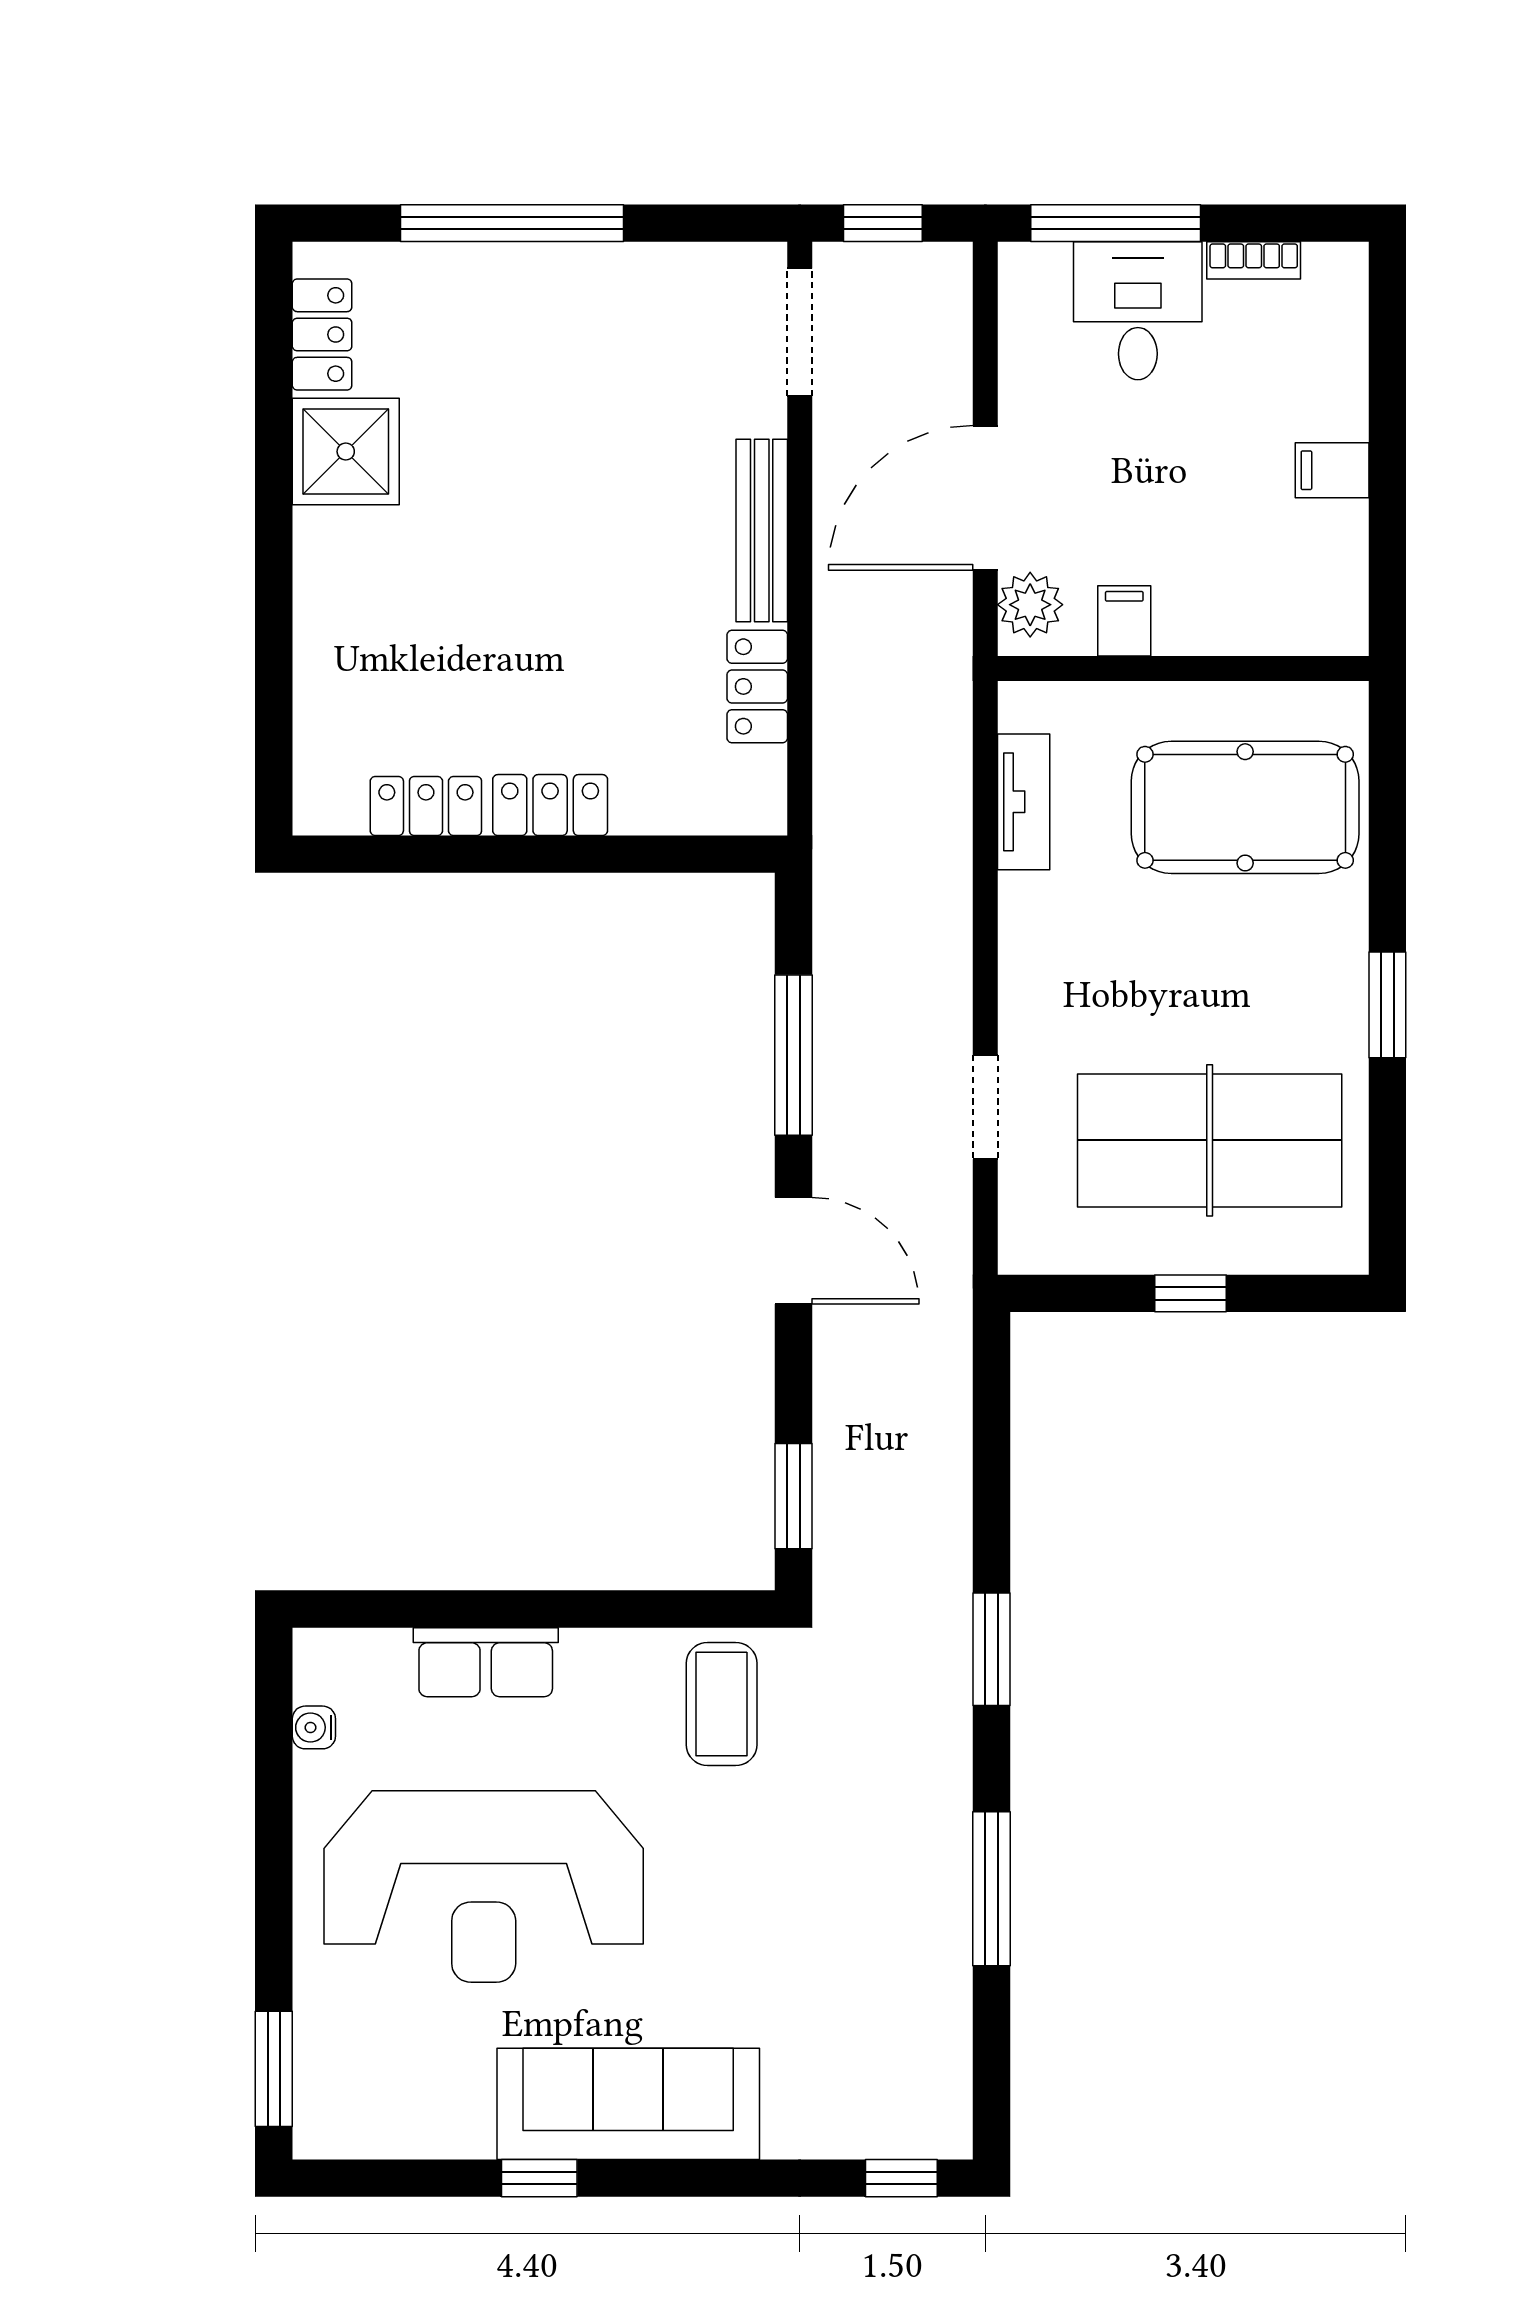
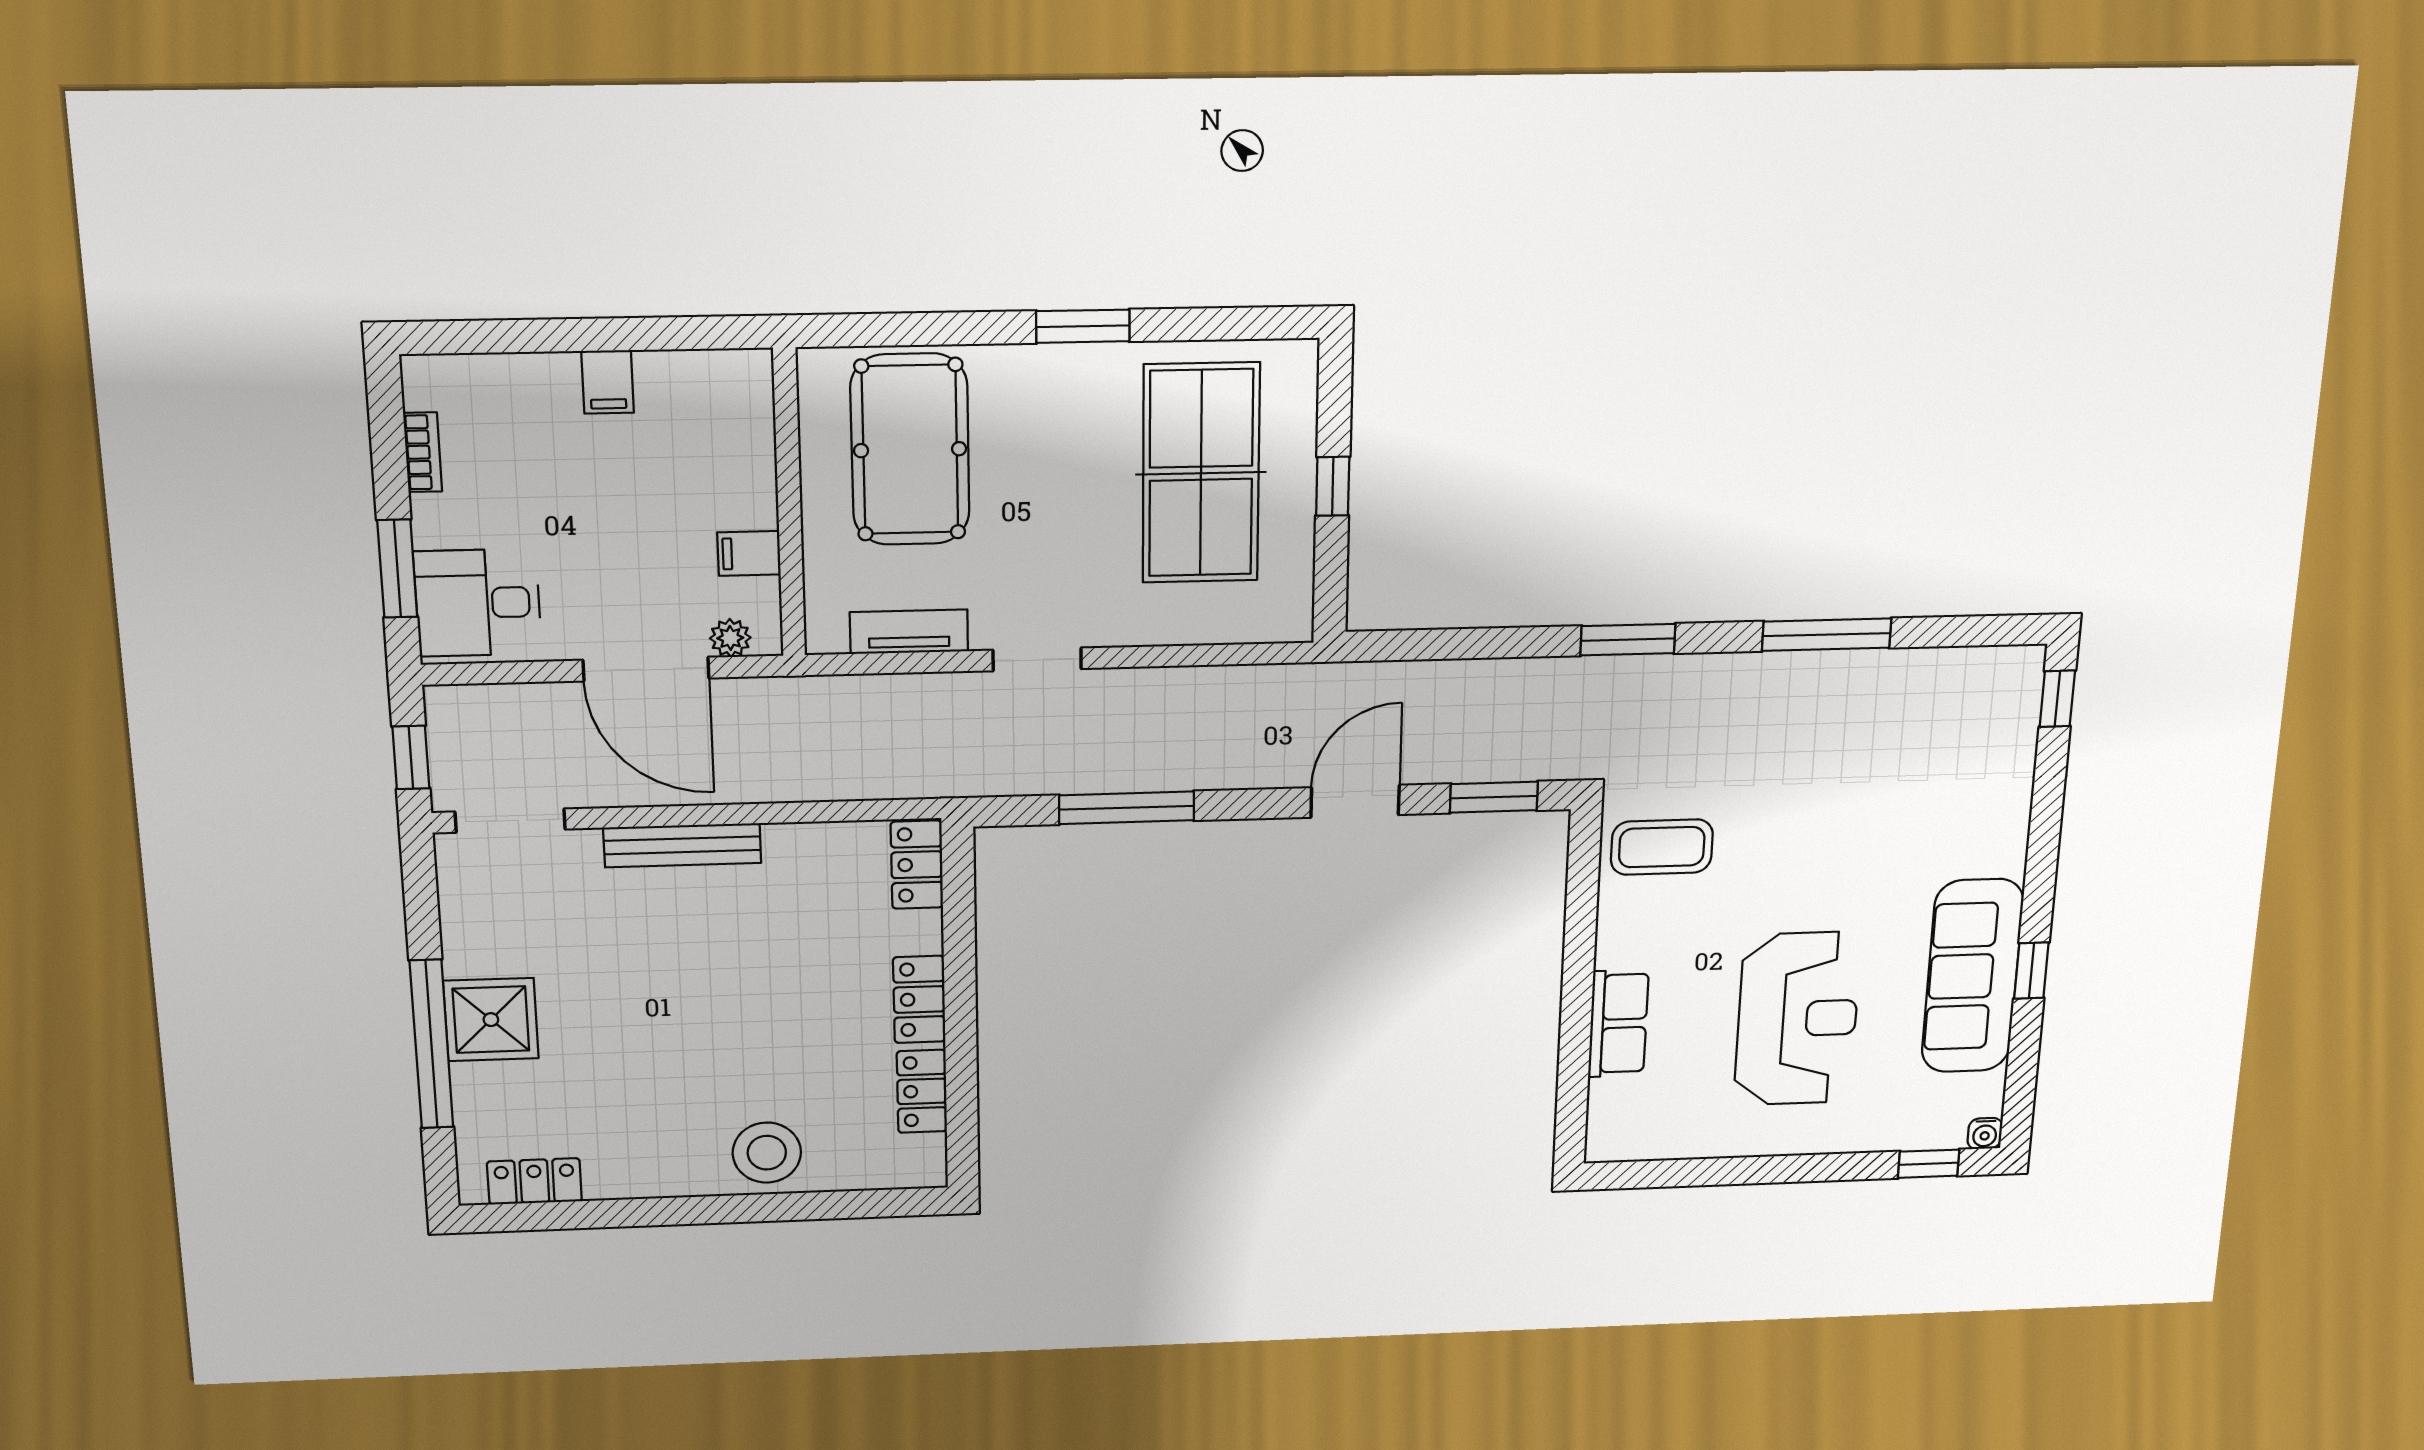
window: (1116, 223) -> (397, 569), width x0.69
desk: (1138, 311) -> (478, 603), moved
shower: (346, 452) -> (491, 1020), moved
plant: (1030, 605) -> (730, 638), width x0.73, depth x0.73
stool: (350, 616) -> (767, 1153), added
locker: (757, 686) -> (917, 865), moved, turned 90
doorway: (985, 1107) -> (1037, 659), moved
door: (793, 1251) -> (1355, 801), moved
water cooler: (314, 1727) -> (1985, 1133), moved
reception desk: (484, 1887) -> (1797, 1019), width x0.74, depth x0.77
window: (274, 2069) -> (1929, 1164), width x0.67
sofa: (628, 2104) -> (1972, 976), moved

